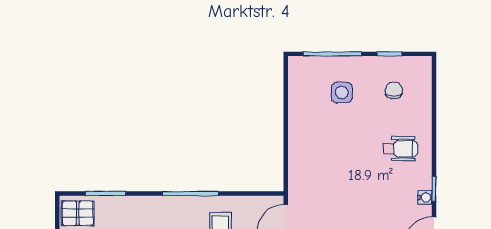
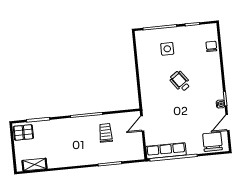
chair: (394, 91) -> (211, 46), moved
wheelchair: (400, 149) -> (180, 81), moved, turned -126

